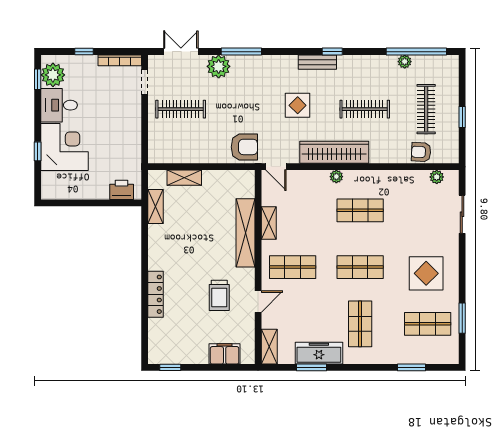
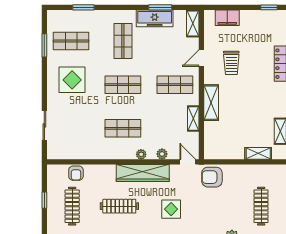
clothes rail: (181, 109) -> (261, 206), turned 90
armchair: (421, 152) -> (76, 173), turned 87
plant: (437, 177) -> (162, 154), moved
shelving: (245, 233) -> (211, 103), width x0.68
trolley: (219, 295) -> (231, 63), turned 180

